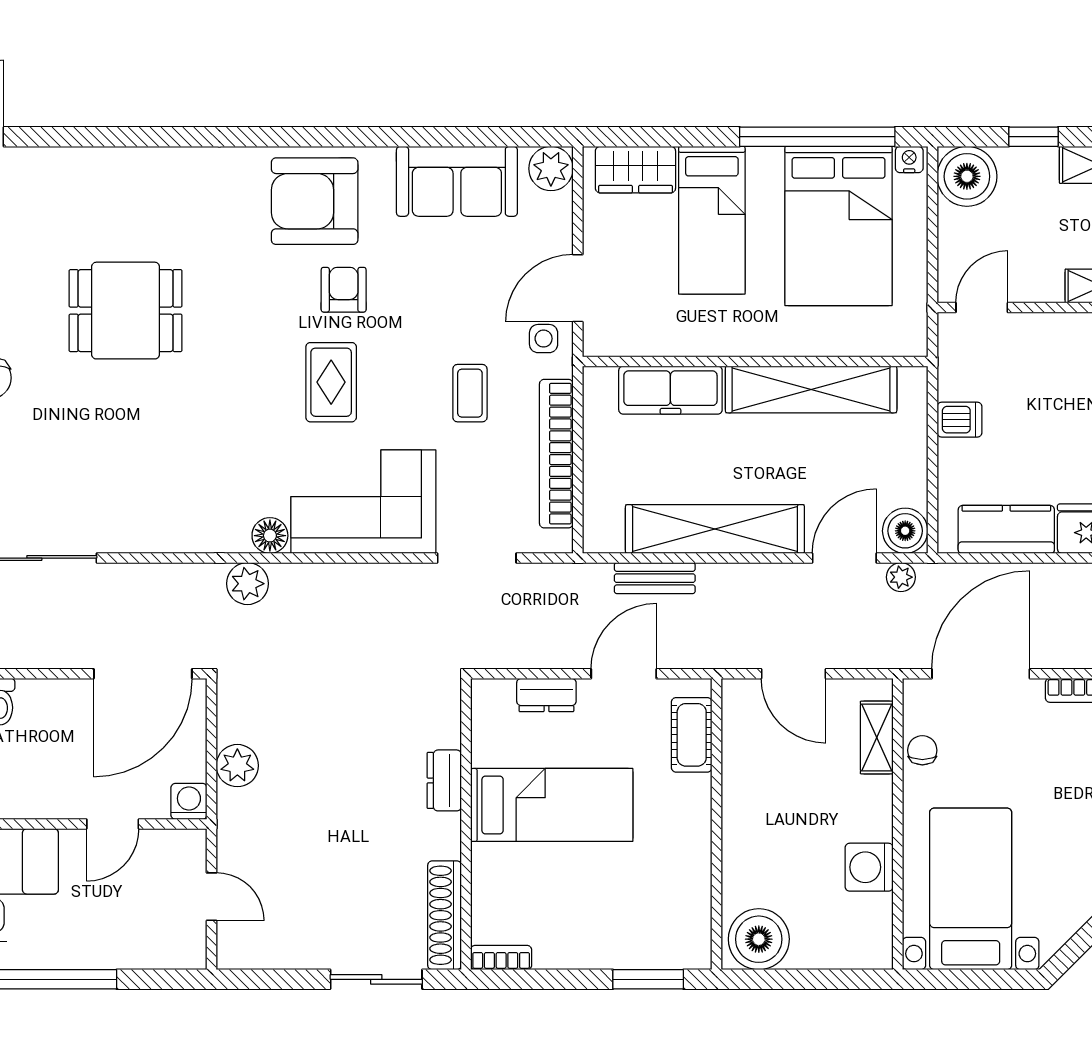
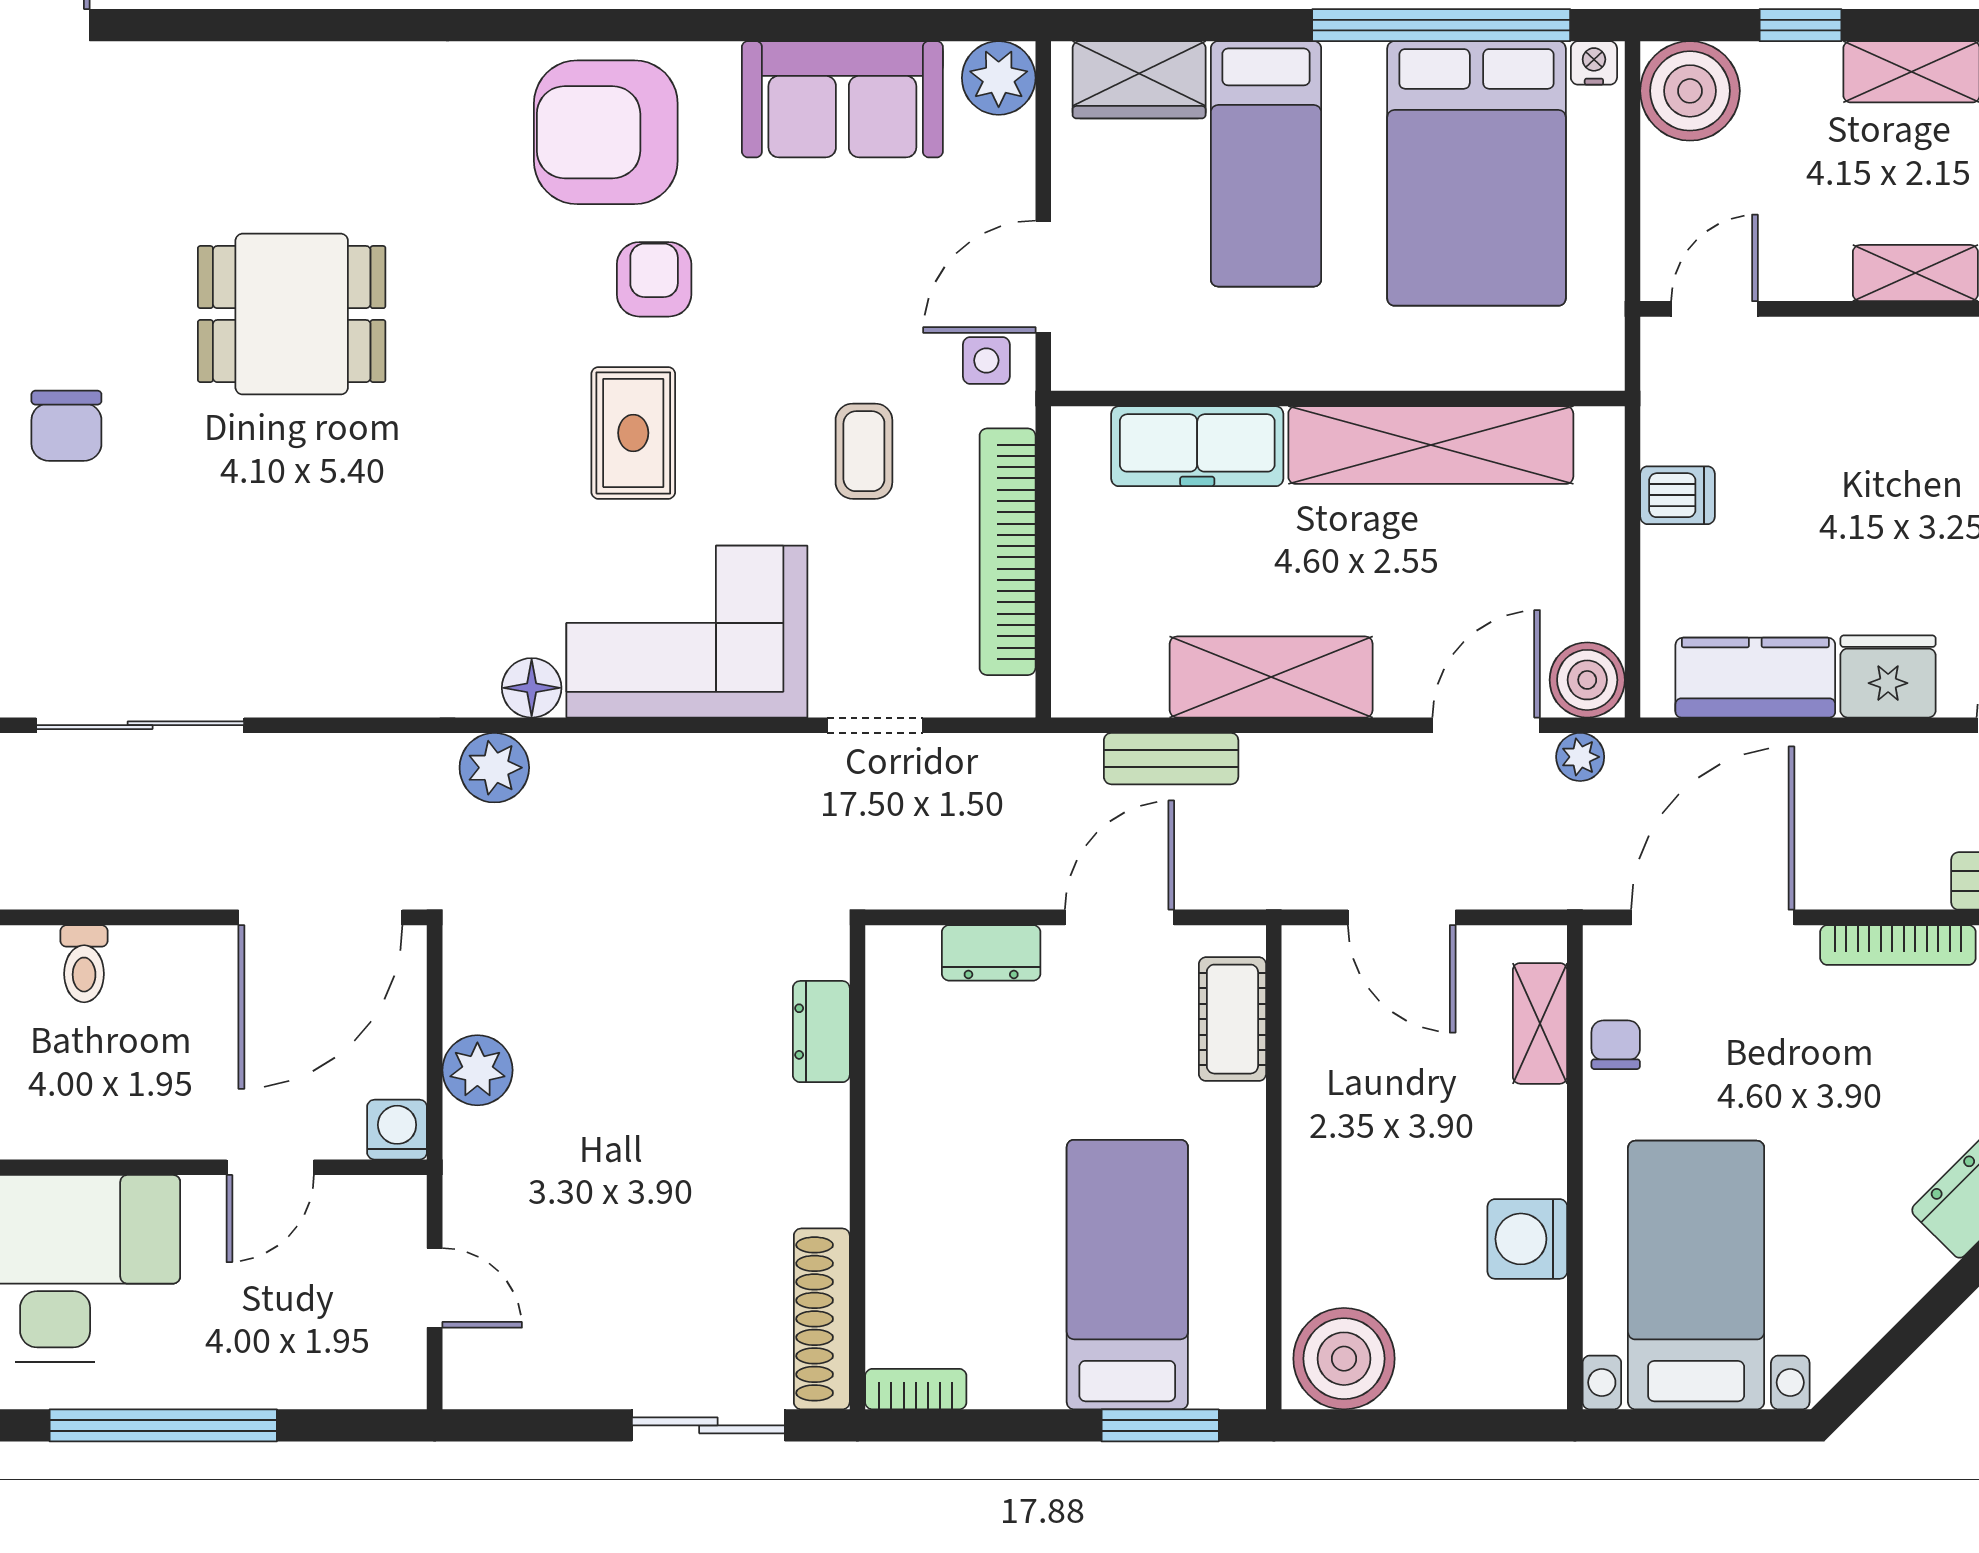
shelving: (715, 529) -> (1271, 677), width x0.68
doorway: (477, 558) -> (875, 725), width x0.73
dresser: (444, 780) -> (821, 1032), moved
bed: (552, 805) -> (1127, 1275), moved, turned -90

